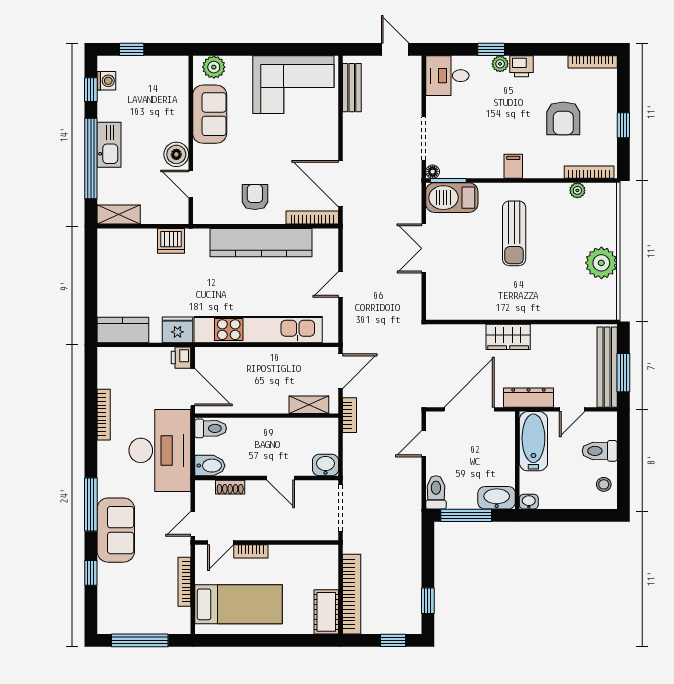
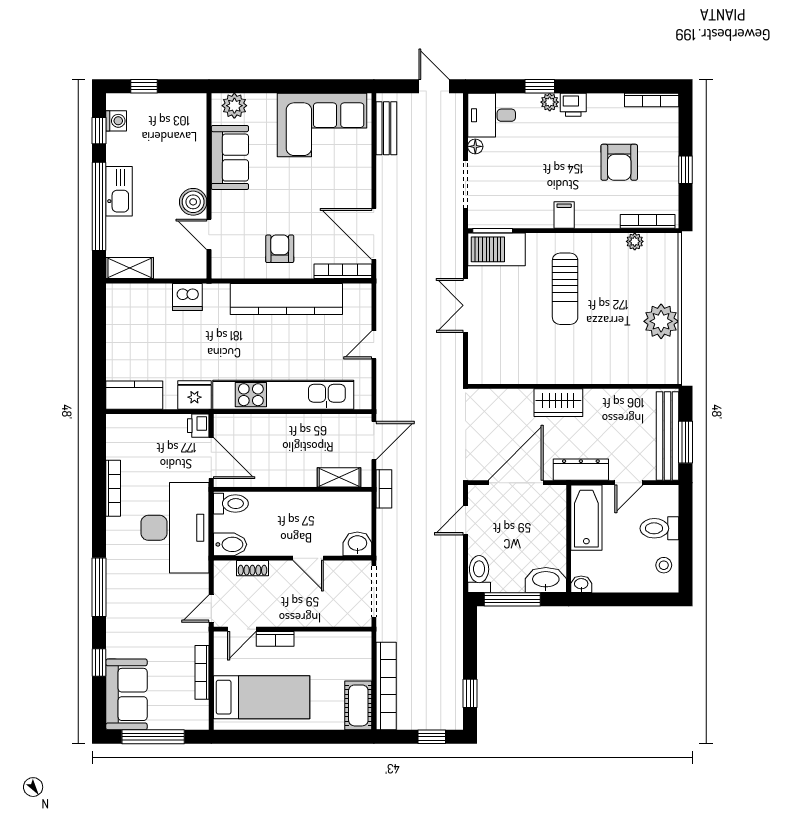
floor lamp: (433, 172) -> (475, 146), moved
sofa: (116, 530) -> (126, 694), moved

